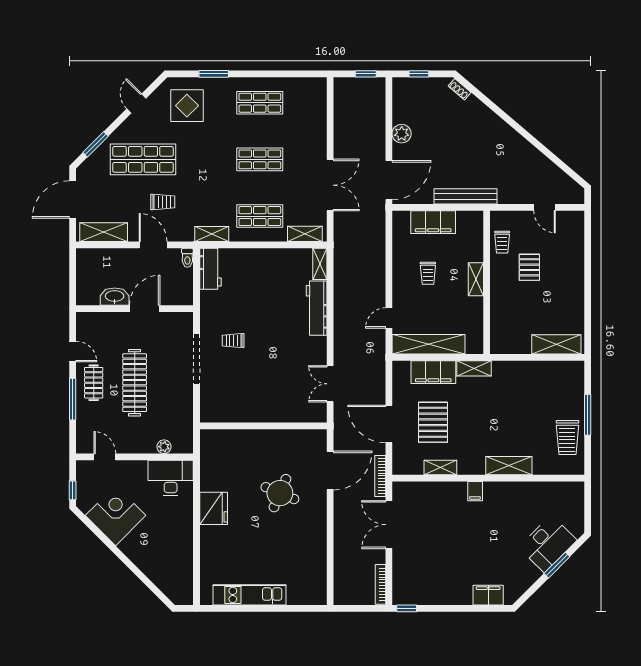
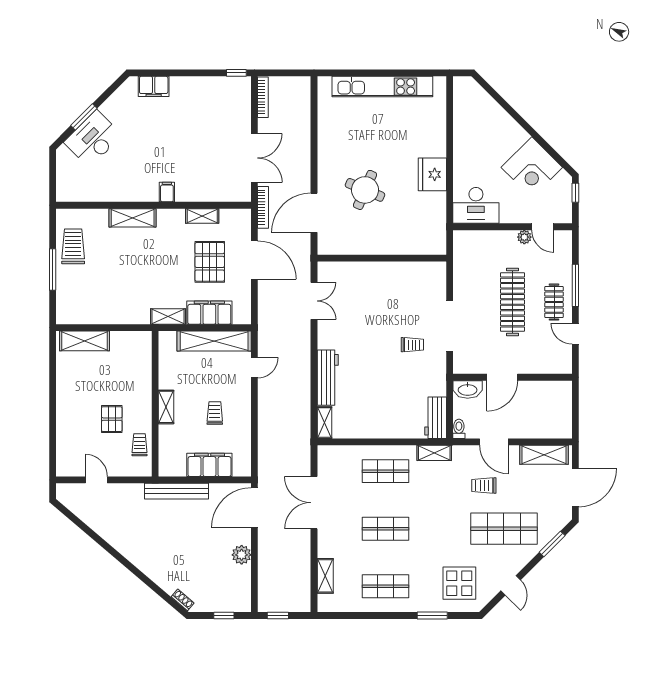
shelving: (305, 234) -> (325, 576), moved, turned 90
washbasin: (115, 297) -> (468, 389), moved
plant: (164, 447) -> (524, 237), moved
kitchen unit: (250, 595) -> (382, 87), width x1.36

